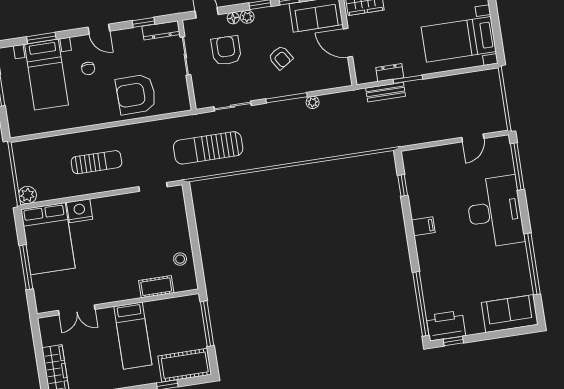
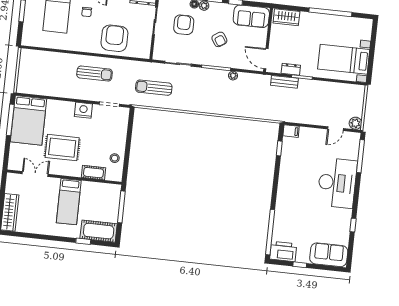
door: (348, 43) -> (266, 59), moved
armchair: (136, 94) -> (114, 38), turned 91
sun lounger: (208, 148) -> (154, 88), width x0.73, depth x0.75
sun lounger: (96, 162) -> (95, 74), moved
plant: (27, 195) -> (355, 123), moved
nightstand: (80, 211) -> (83, 110), moved
filing cabinet: (423, 226) -> (291, 131), moved
rug: (104, 264) -> (62, 148), added
window: (532, 264) -> (353, 225), width x0.32
window: (26, 267) -> (10, 120), moved
double door: (77, 310) -> (35, 174), swing flipped
window: (453, 341) -> (300, 265), moved

